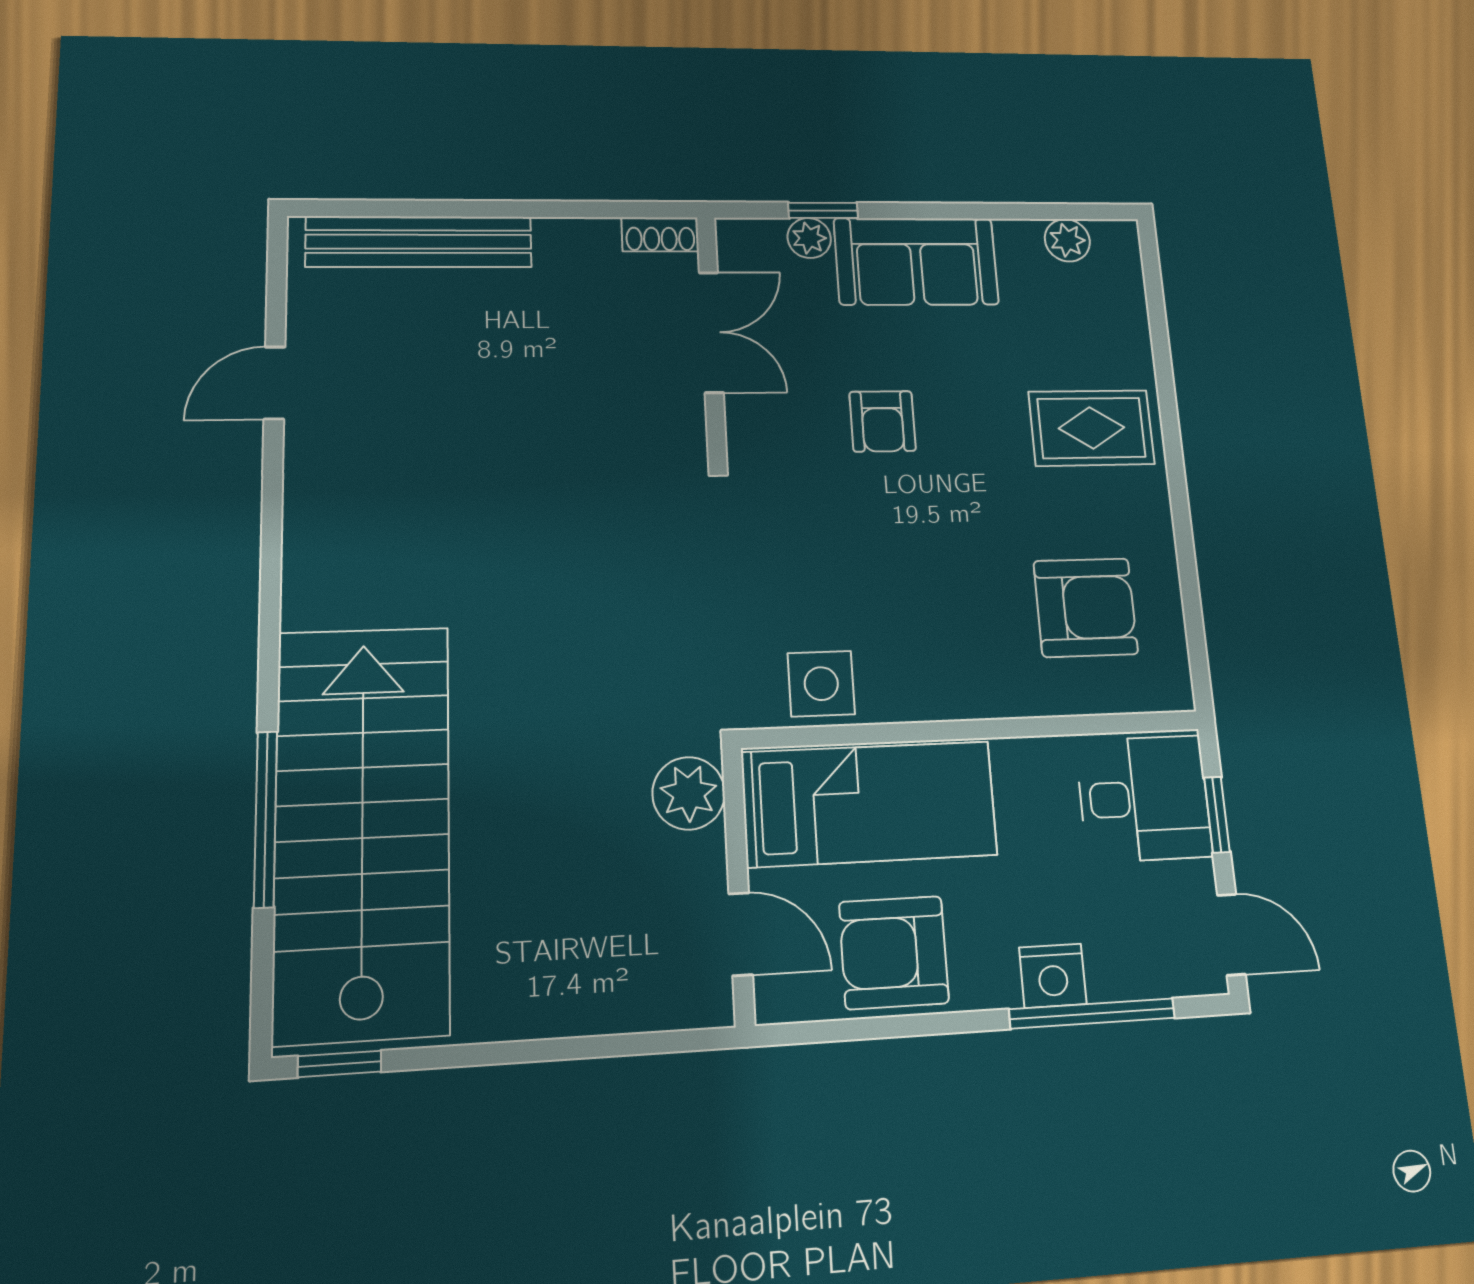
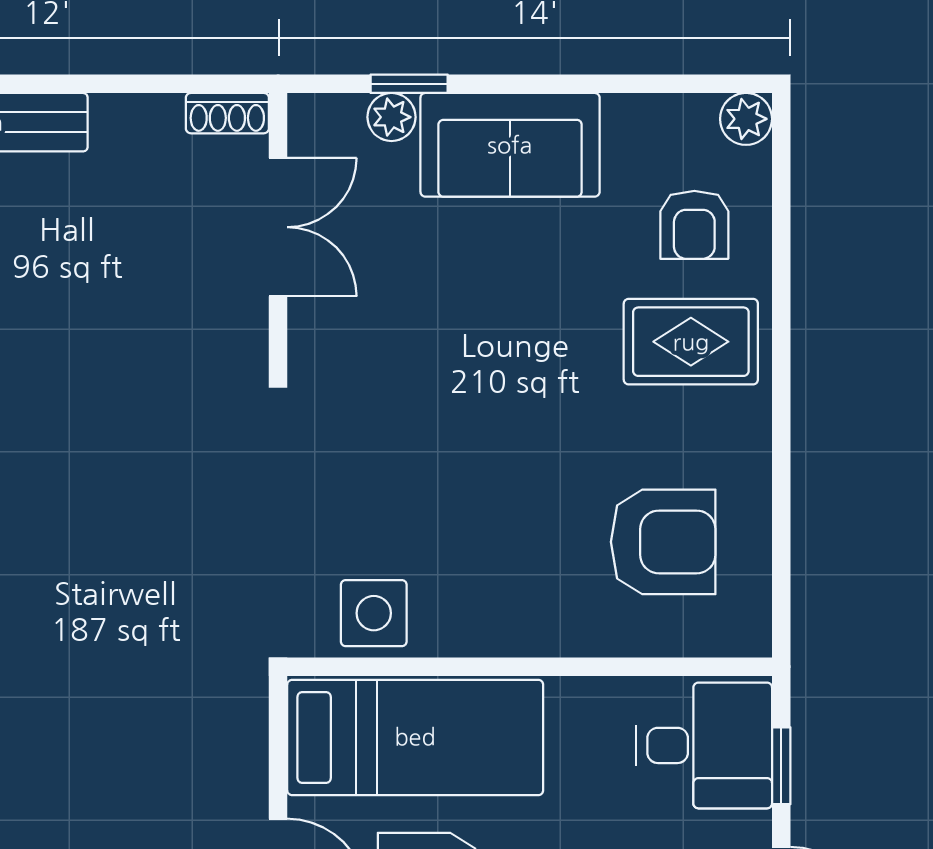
plant: (1067, 240) -> (746, 119), moved
armchair: (883, 421) -> (694, 225), moved
plant: (689, 793) -> (233, 719), removed

